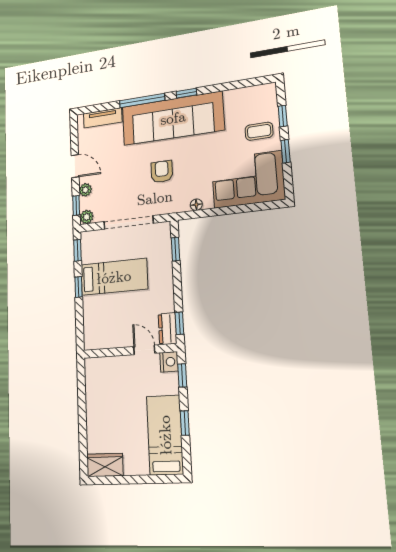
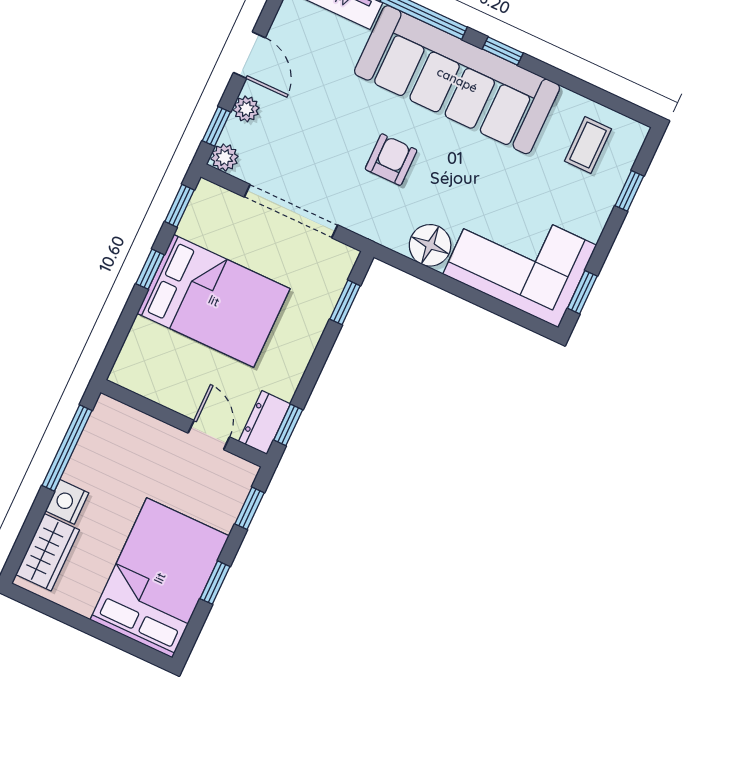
coffee table: (259, 131) -> (588, 145), moved, turned 90
window: (286, 151) -> (582, 292), moved
floor lamp: (196, 205) -> (430, 245), width x1.89, depth x1.89
bed: (114, 277) -> (214, 301), width x1.50
nightstand: (169, 362) -> (67, 502), moved, turned 180
window: (82, 394) -> (67, 448), added
bed: (165, 435) -> (160, 578), width x1.50
wardrobe: (105, 465) -> (48, 552), moved, turned 90

